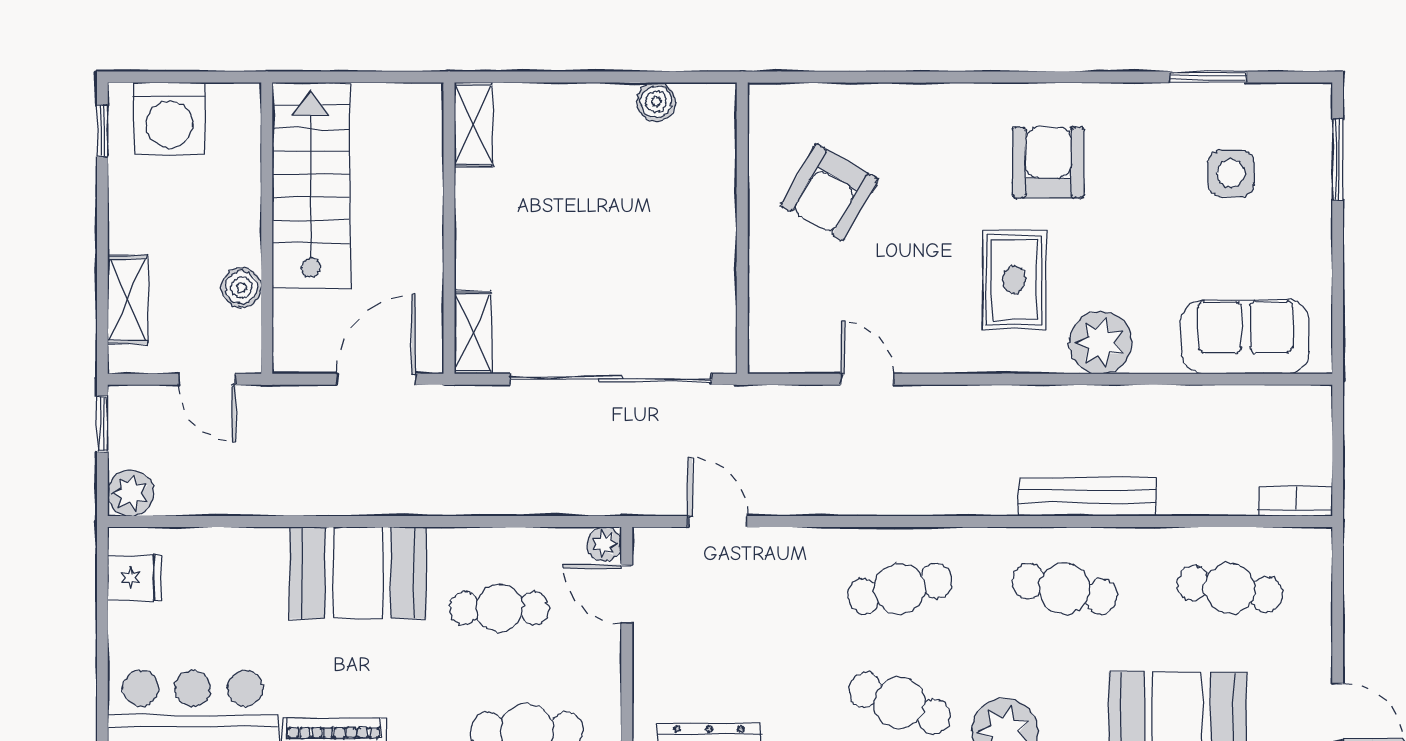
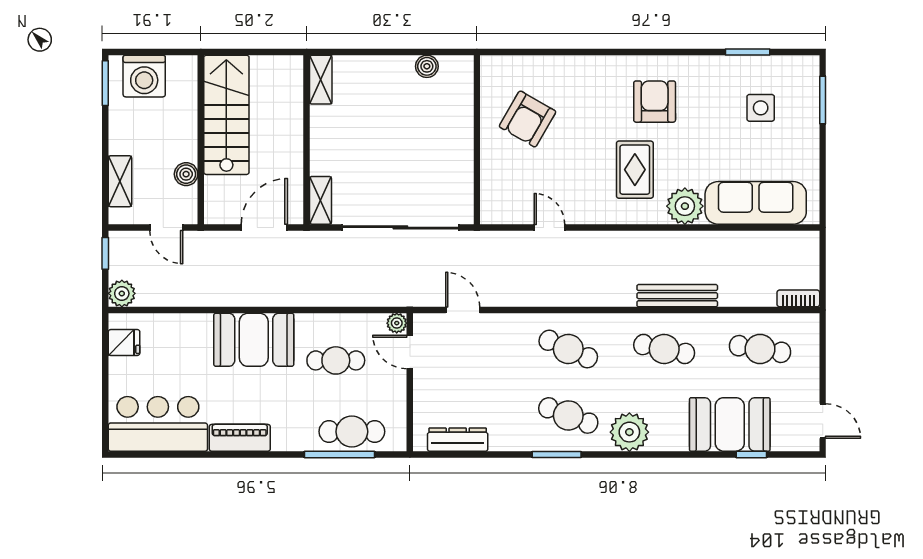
window: (102, 131) -> (105, 83), width x1.50
sofa: (1245, 337) -> (756, 203), width x1.36
cafe table: (900, 589) -> (568, 349), turned 36

